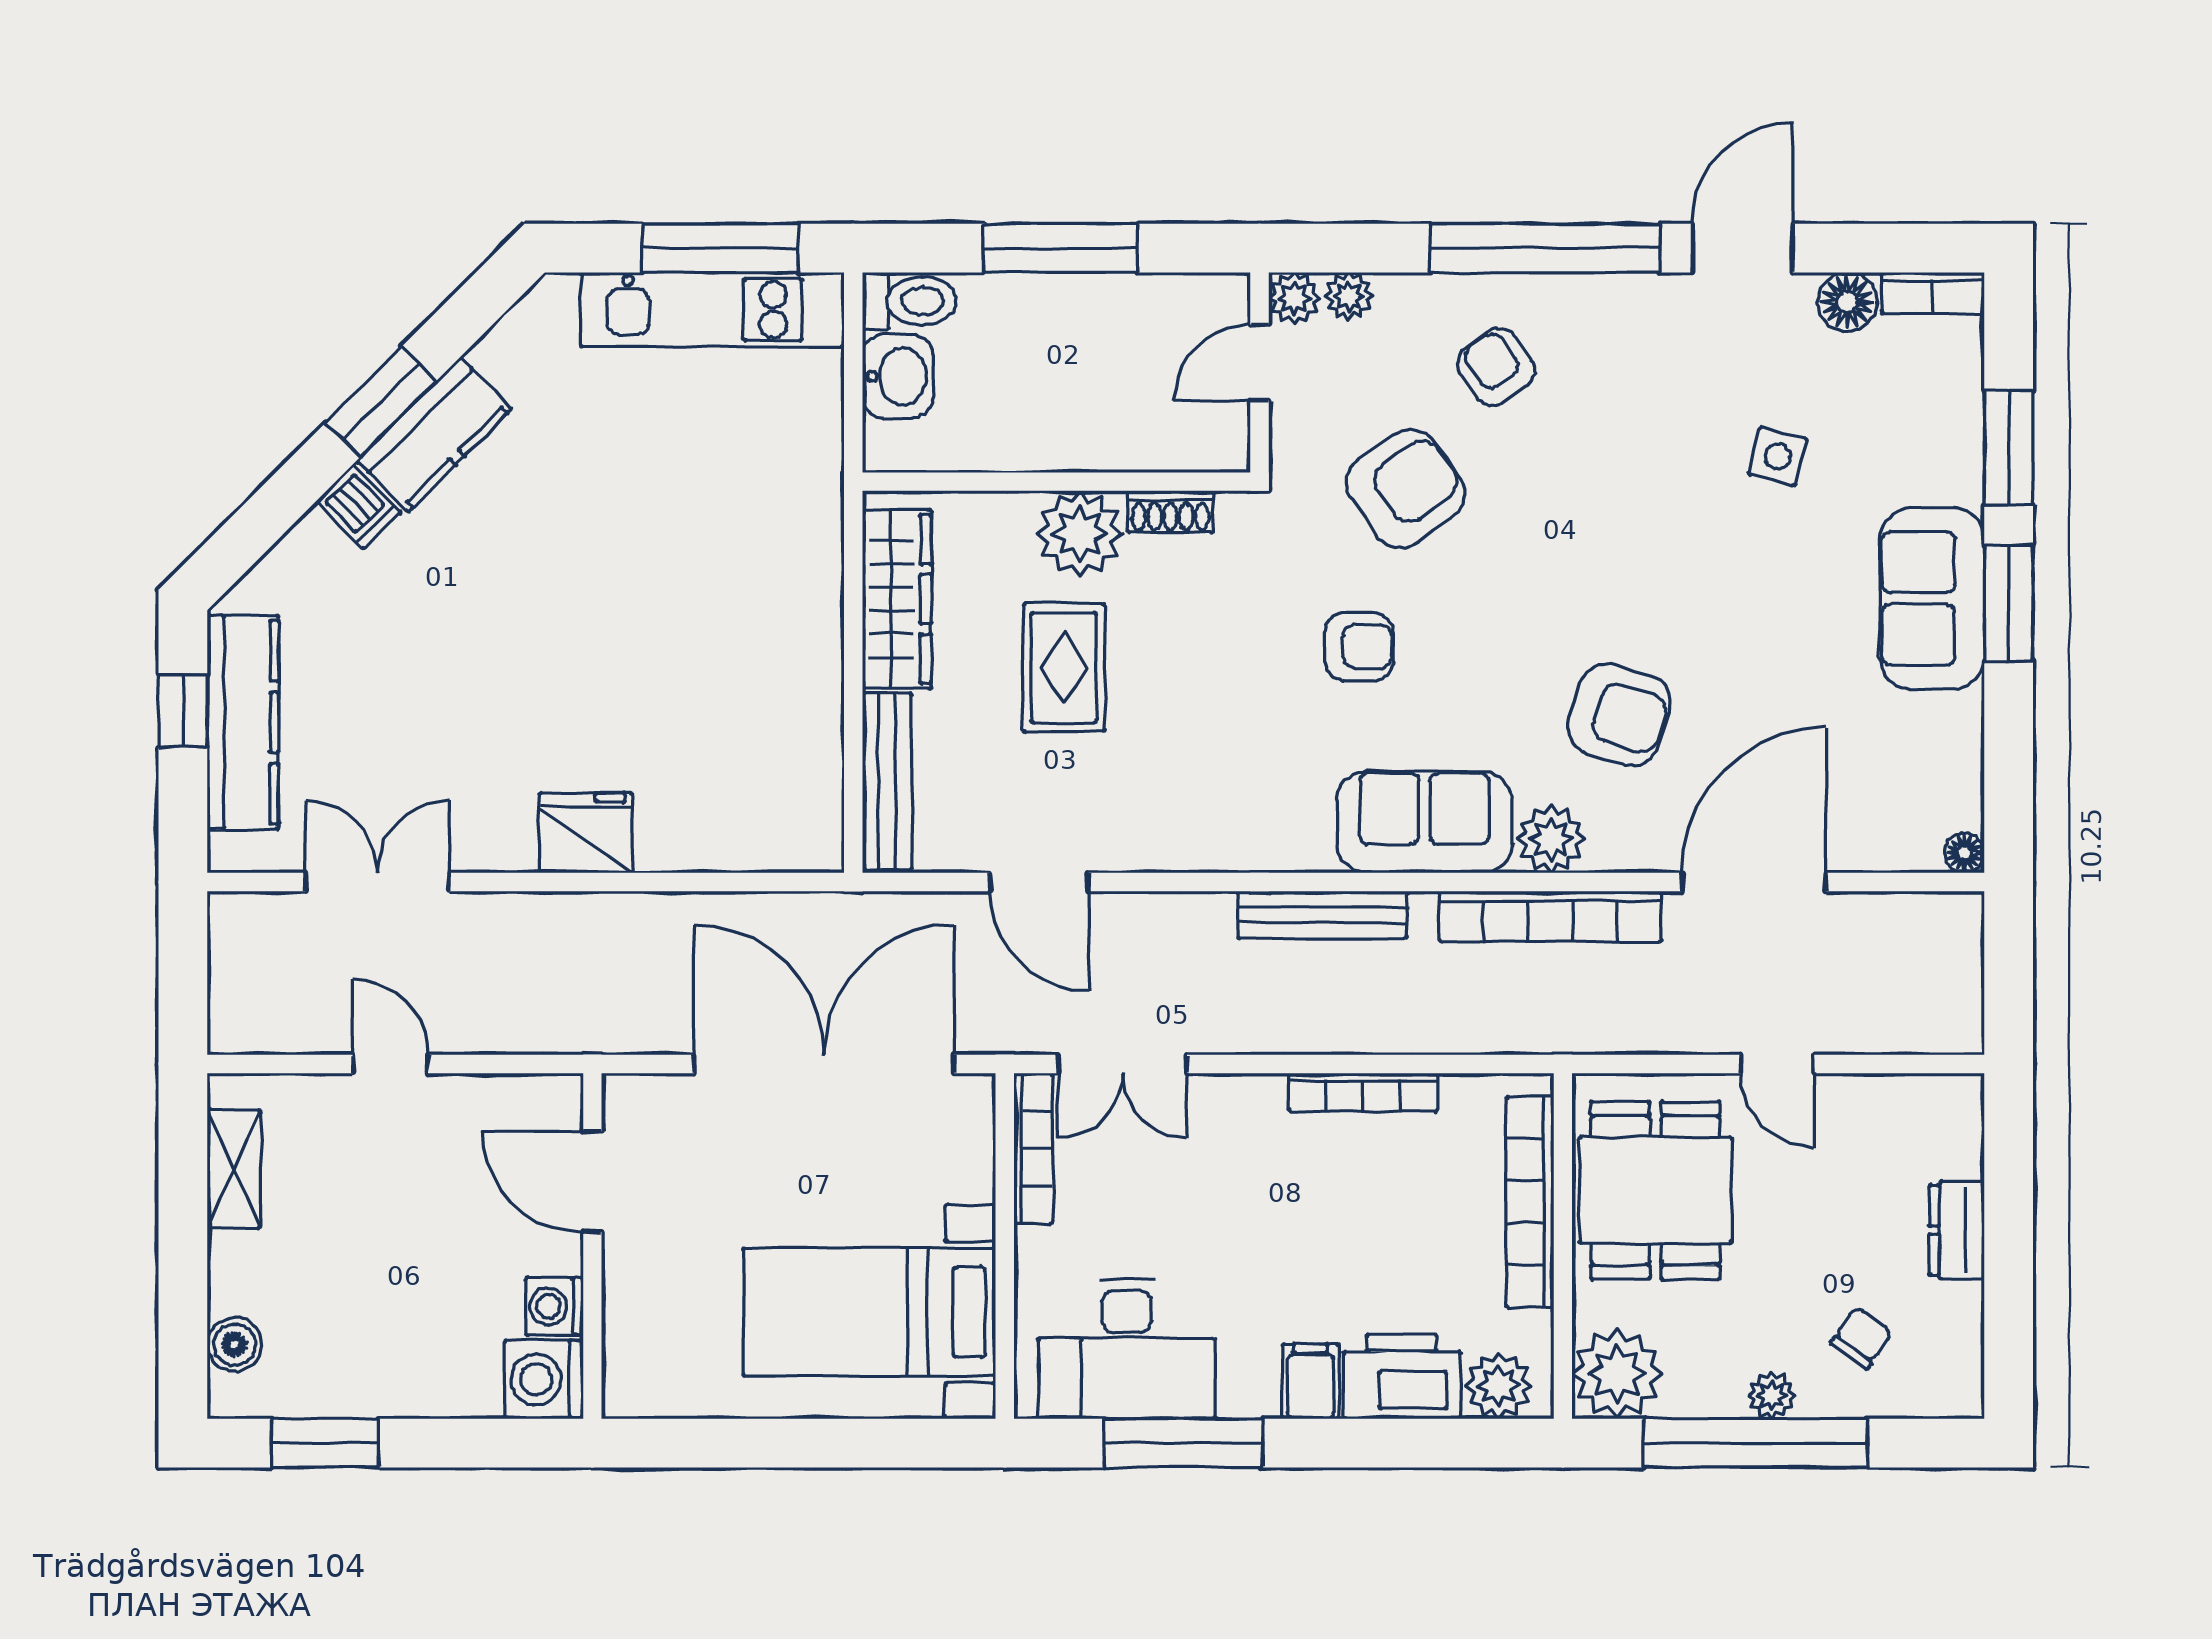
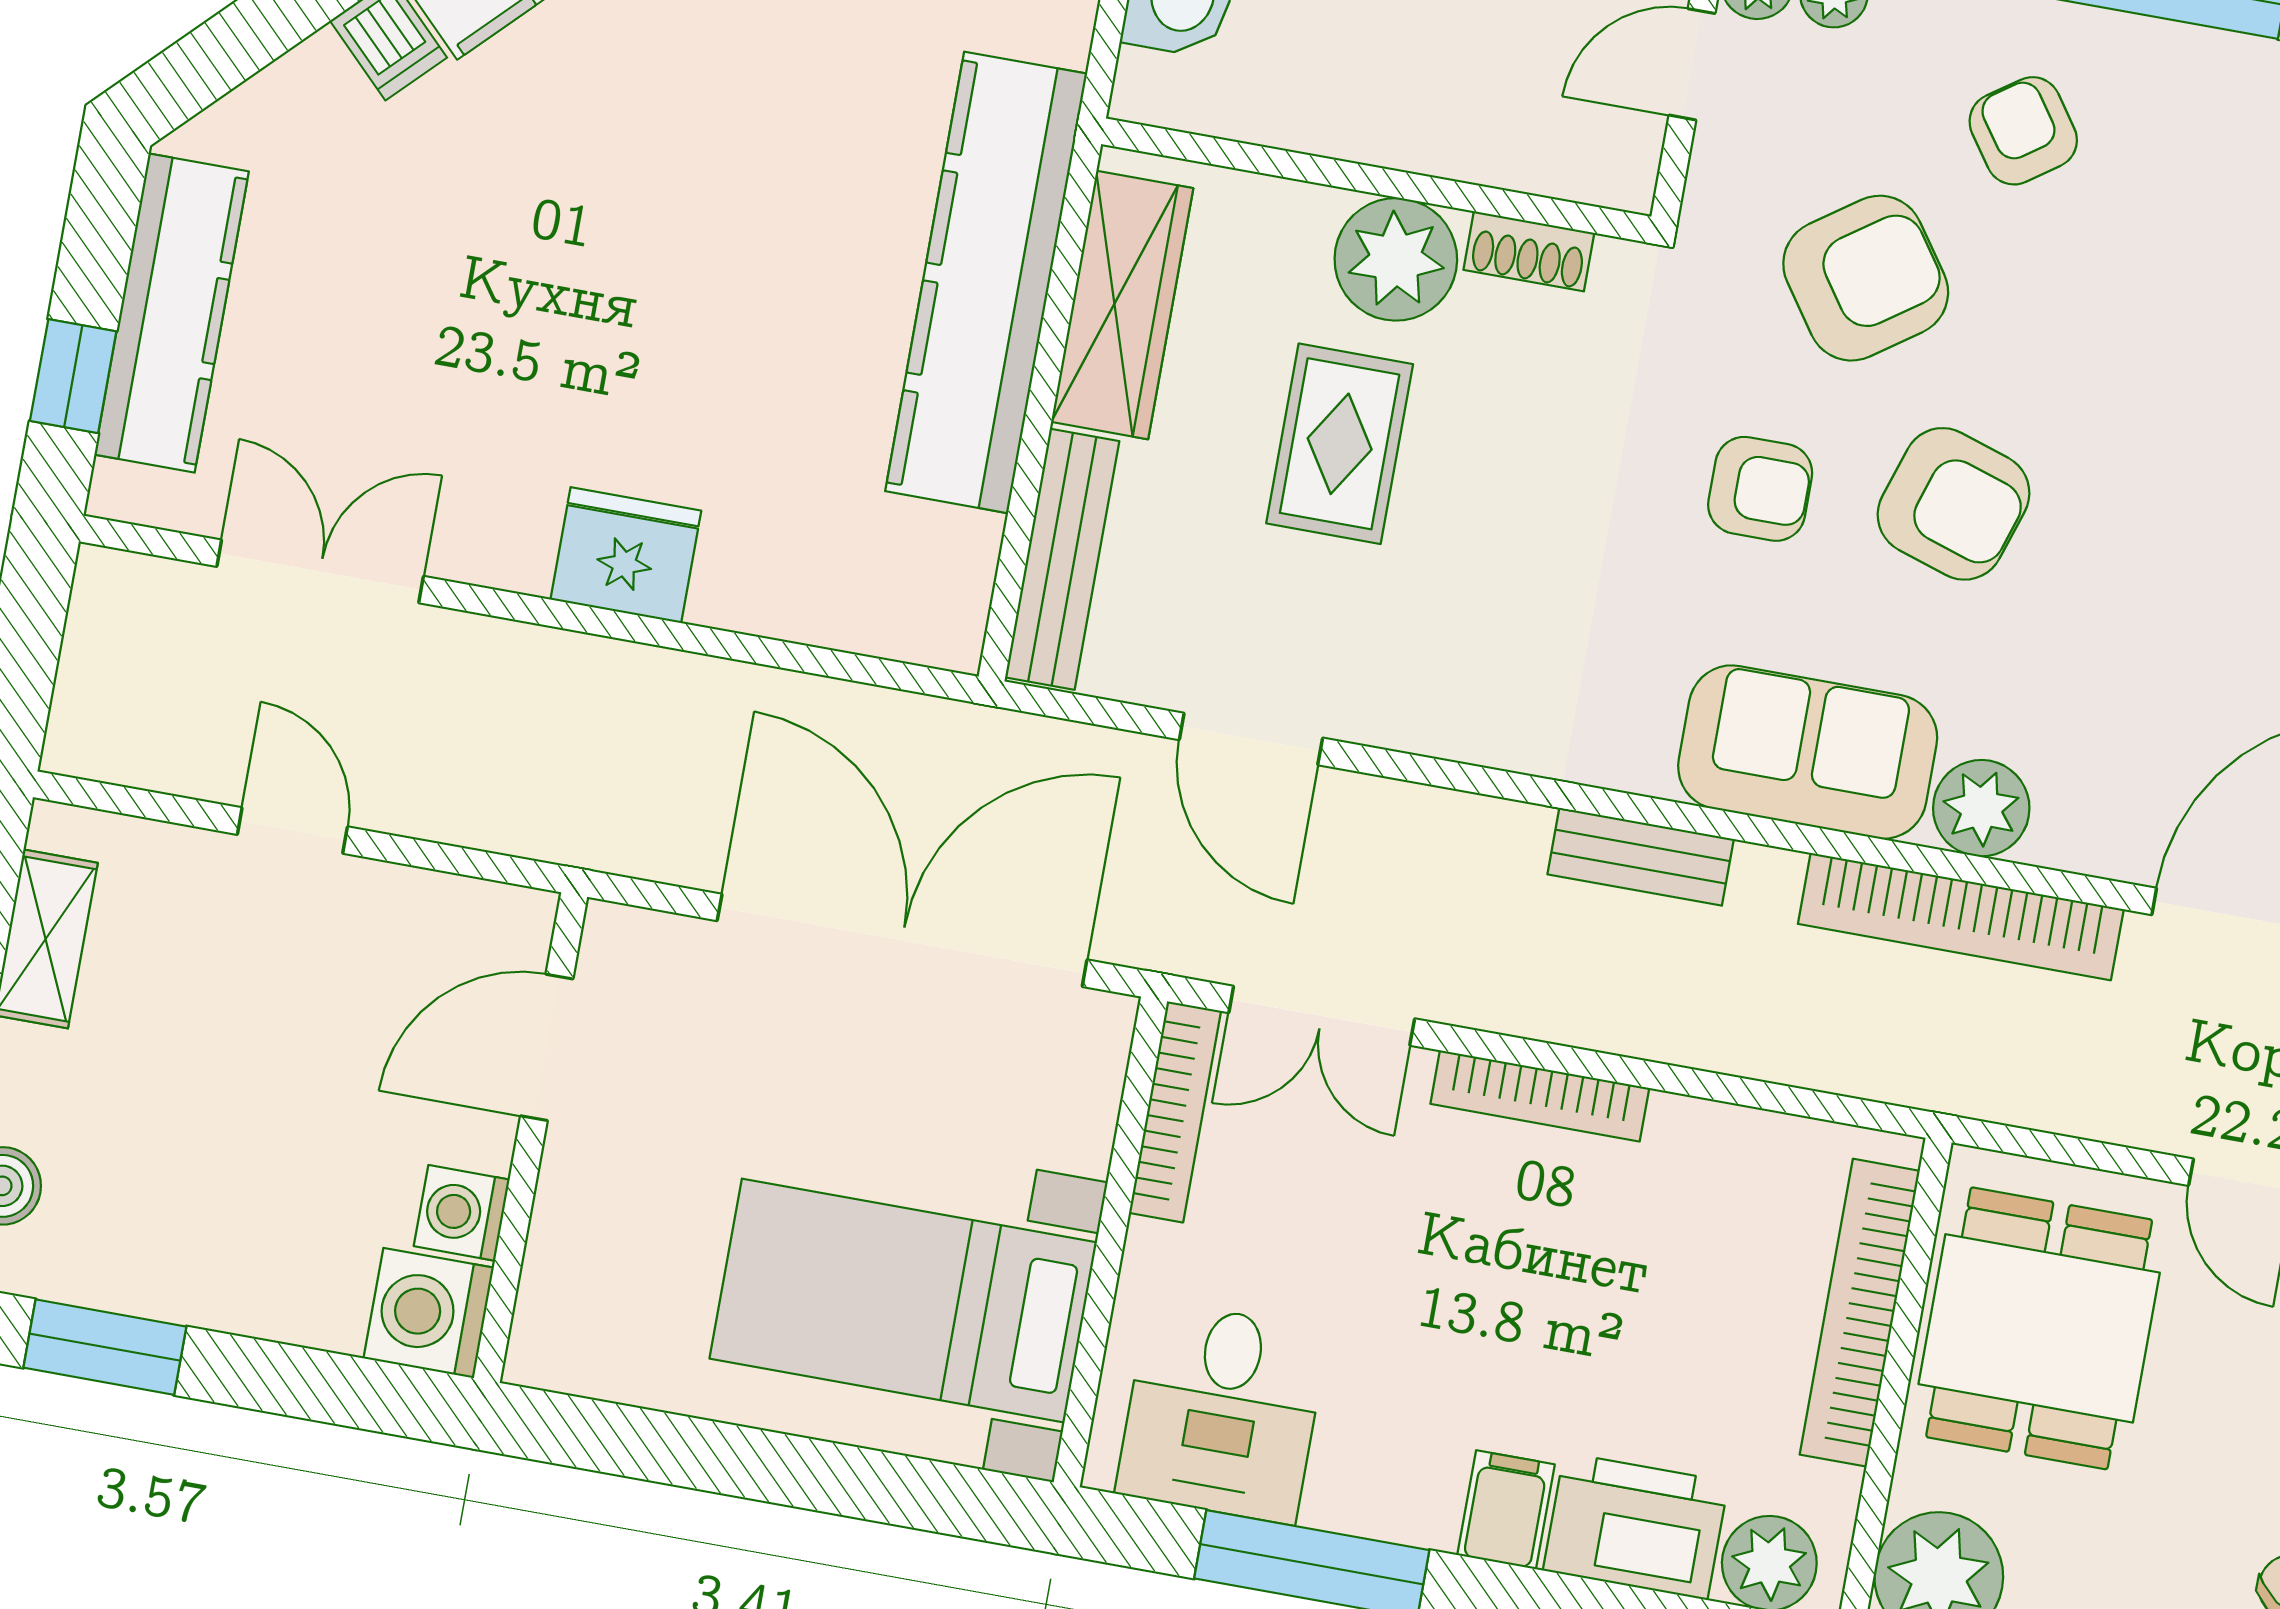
kitchen counter: (800, 600) -> (986, 282), added
window: (183, 711) -> (73, 376), moved
armchair: (1619, 715) -> (1953, 504), moved
bench: (1322, 915) -> (1641, 857), width x0.73
bookcase: (1363, 1092) -> (1540, 1096), moved
door: (592, 1182) -> (547, 1047), hinge flipped
desk: (1127, 1349) -> (1222, 1412), width x0.73

